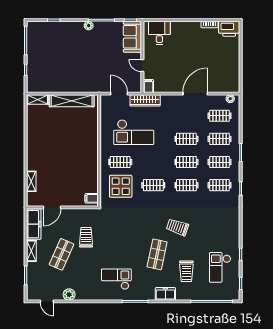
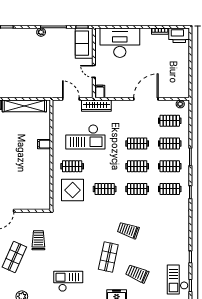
desk: (159, 33) -> (120, 43), width x1.87, depth x1.30
filing cabinet: (92, 198) -> (44, 144), moved
checkout: (220, 267) -> (178, 280), moved
trolley: (186, 271) -> (137, 274), turned 113

